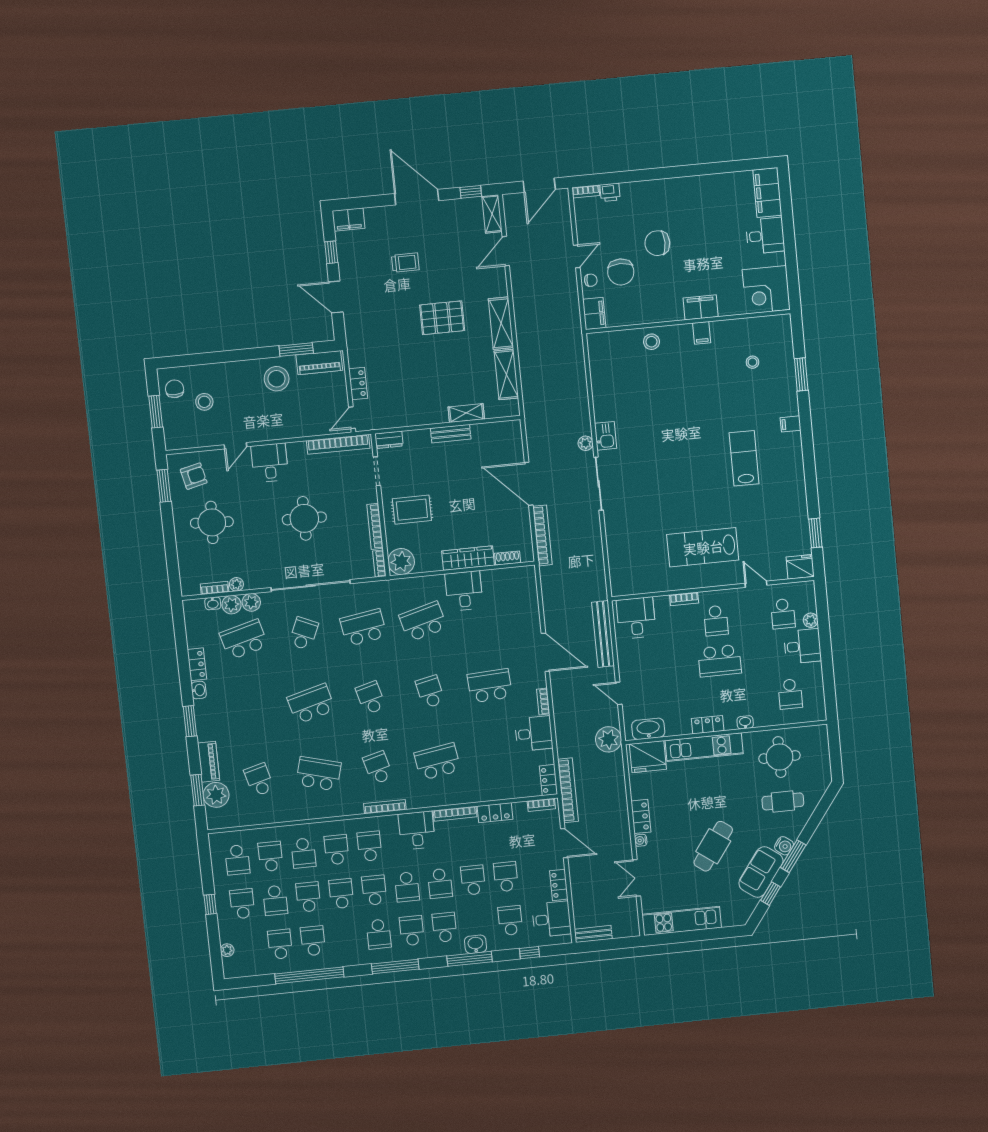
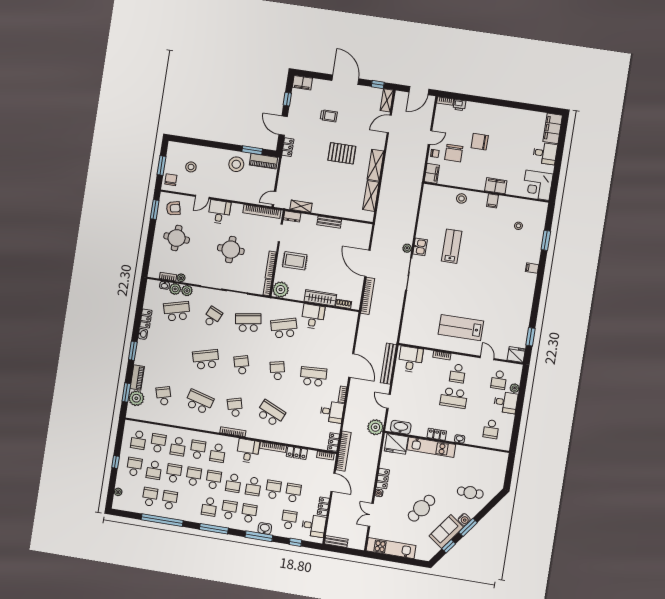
locker: (358, 383) -> (288, 147), moved
chair: (175, 389) -> (171, 180), moved
shelving: (466, 413) -> (301, 206), moved
lab bench: (744, 458) -> (452, 246), moved
round table: (779, 757) -> (475, 465), removed
school desk: (437, 762) -> (271, 413), turned 33
school desk: (370, 846) -> (218, 453), turned 180

